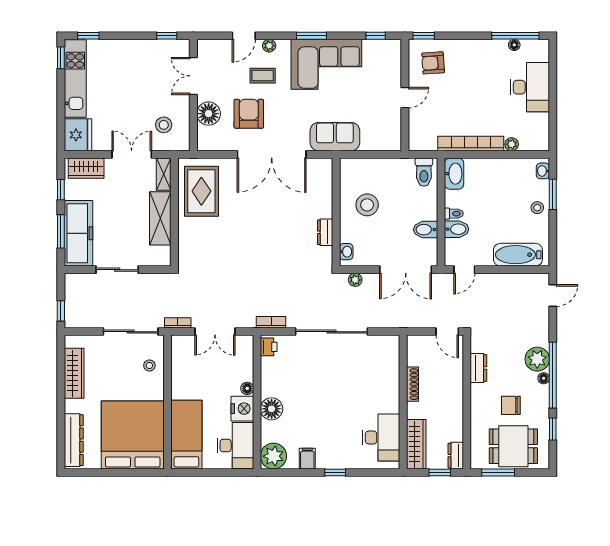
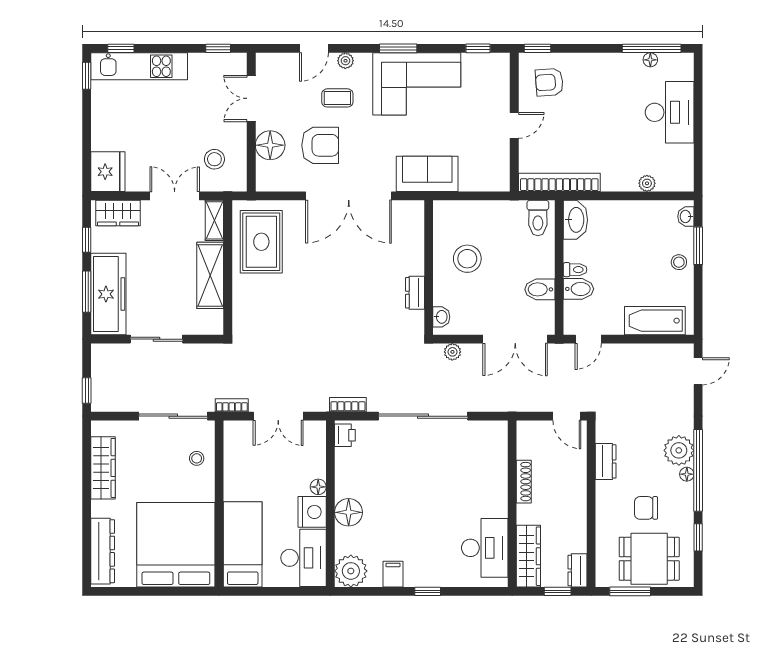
kitchen unit: (75, 79) -> (139, 66), moved, turned 90
armchair: (249, 114) -> (320, 145), turned 90
bookcase: (471, 143) -> (559, 182), moved

